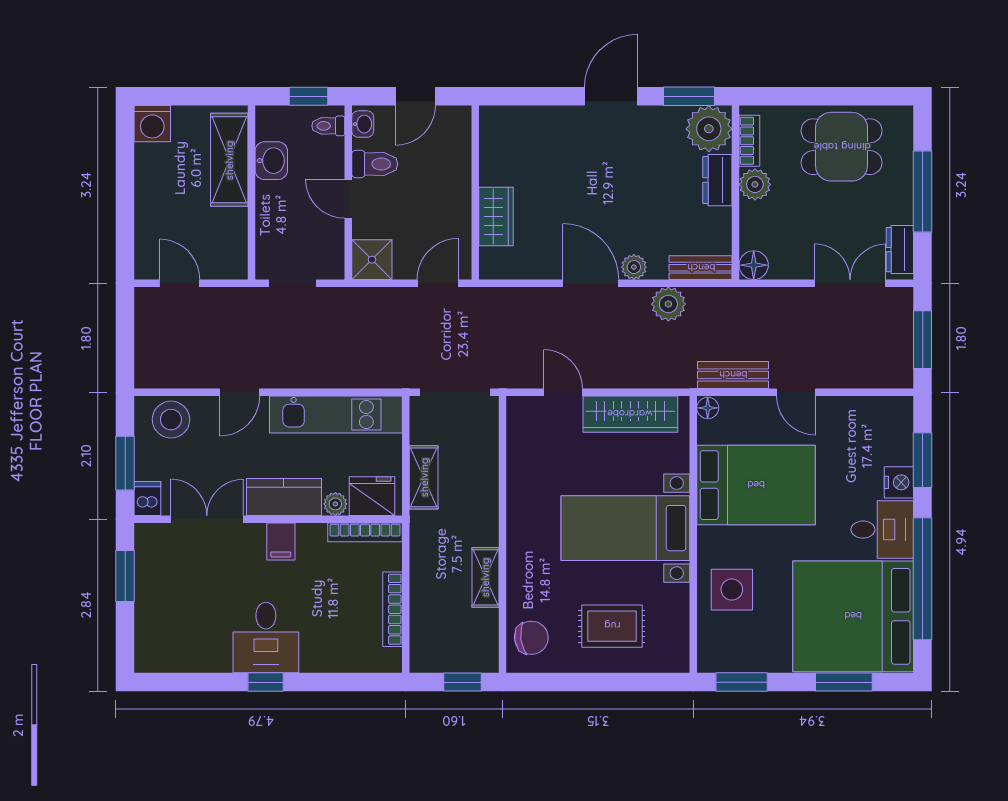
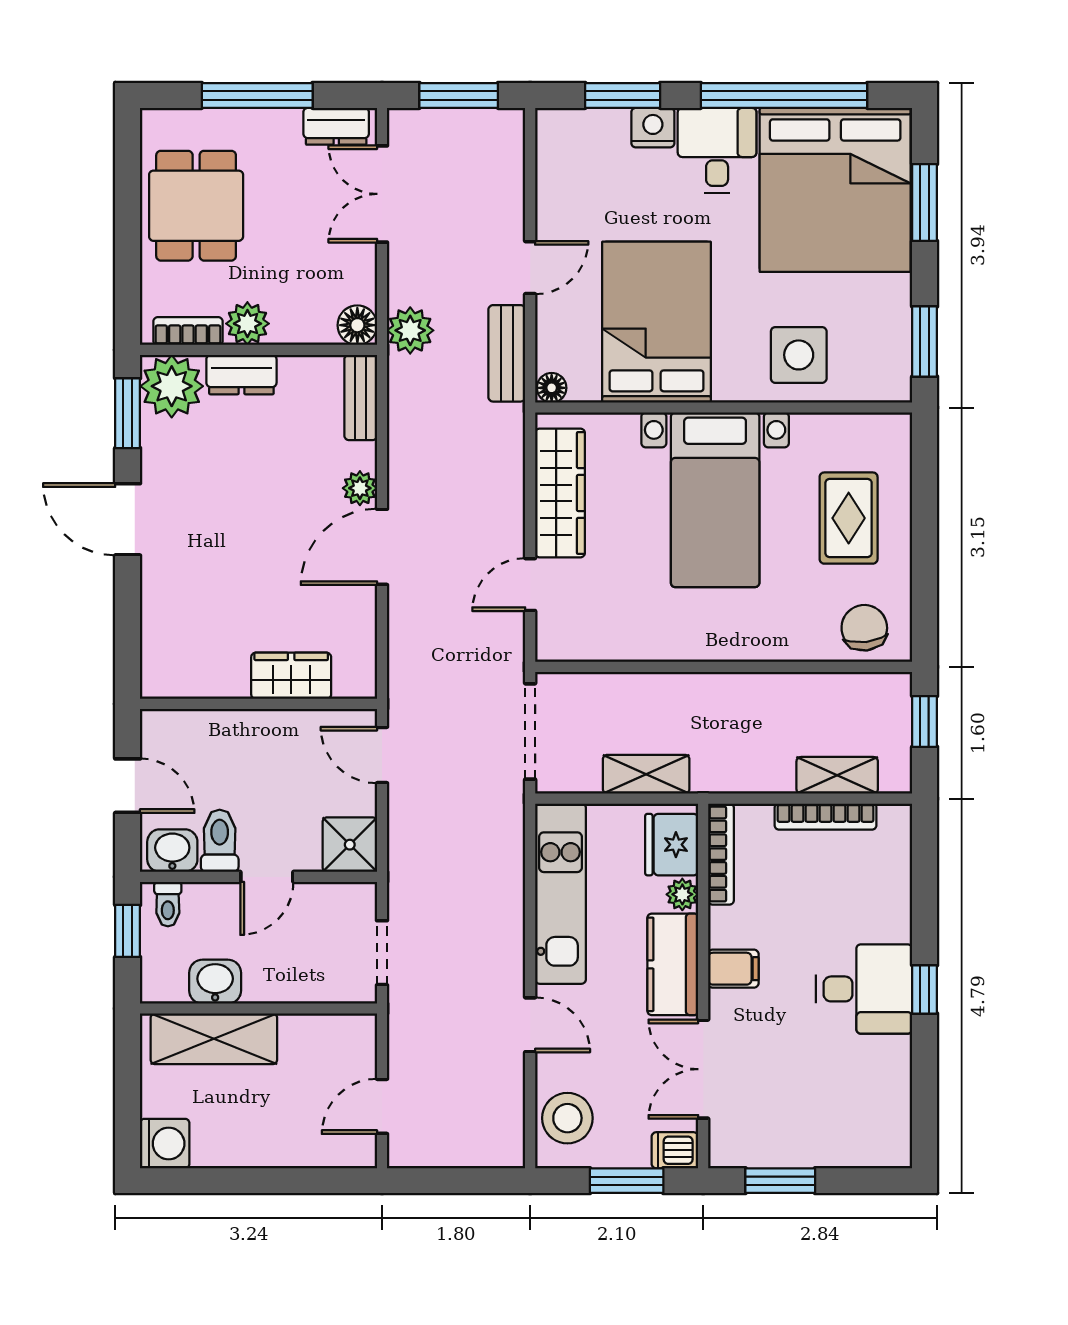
washbasin: (363, 124) -> (172, 851), width x1.38, depth x1.45
plant: (668, 304) -> (410, 330), moved
shelving: (485, 577) -> (837, 775), moved

